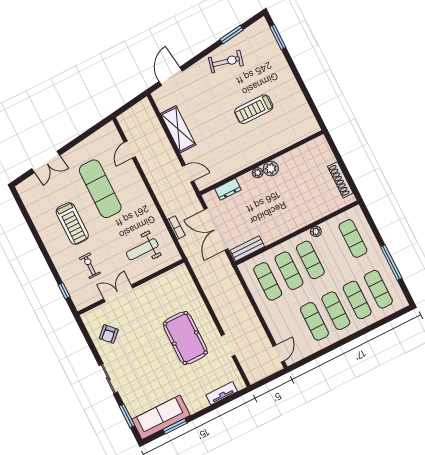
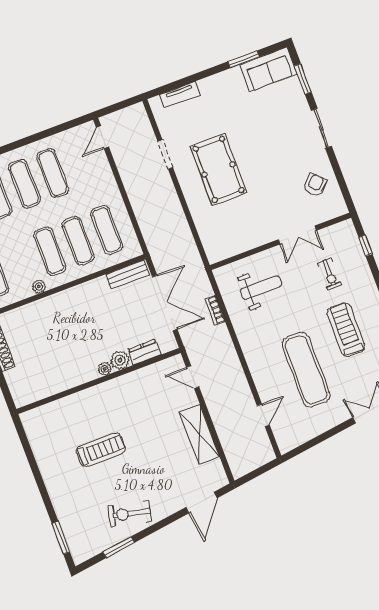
plant: (271, 169) -> (120, 360), moved
sofa: (161, 417) -> (268, 69), width x0.73

